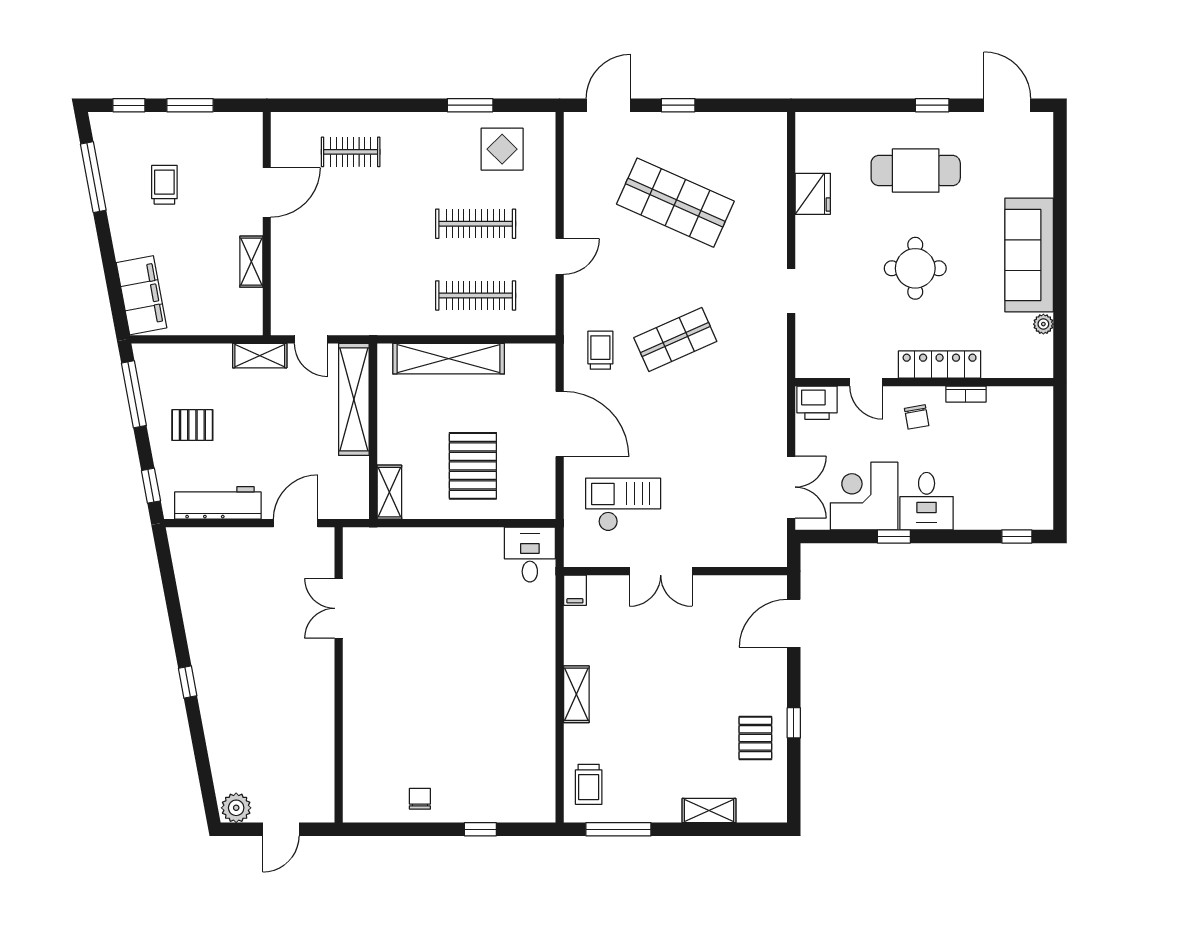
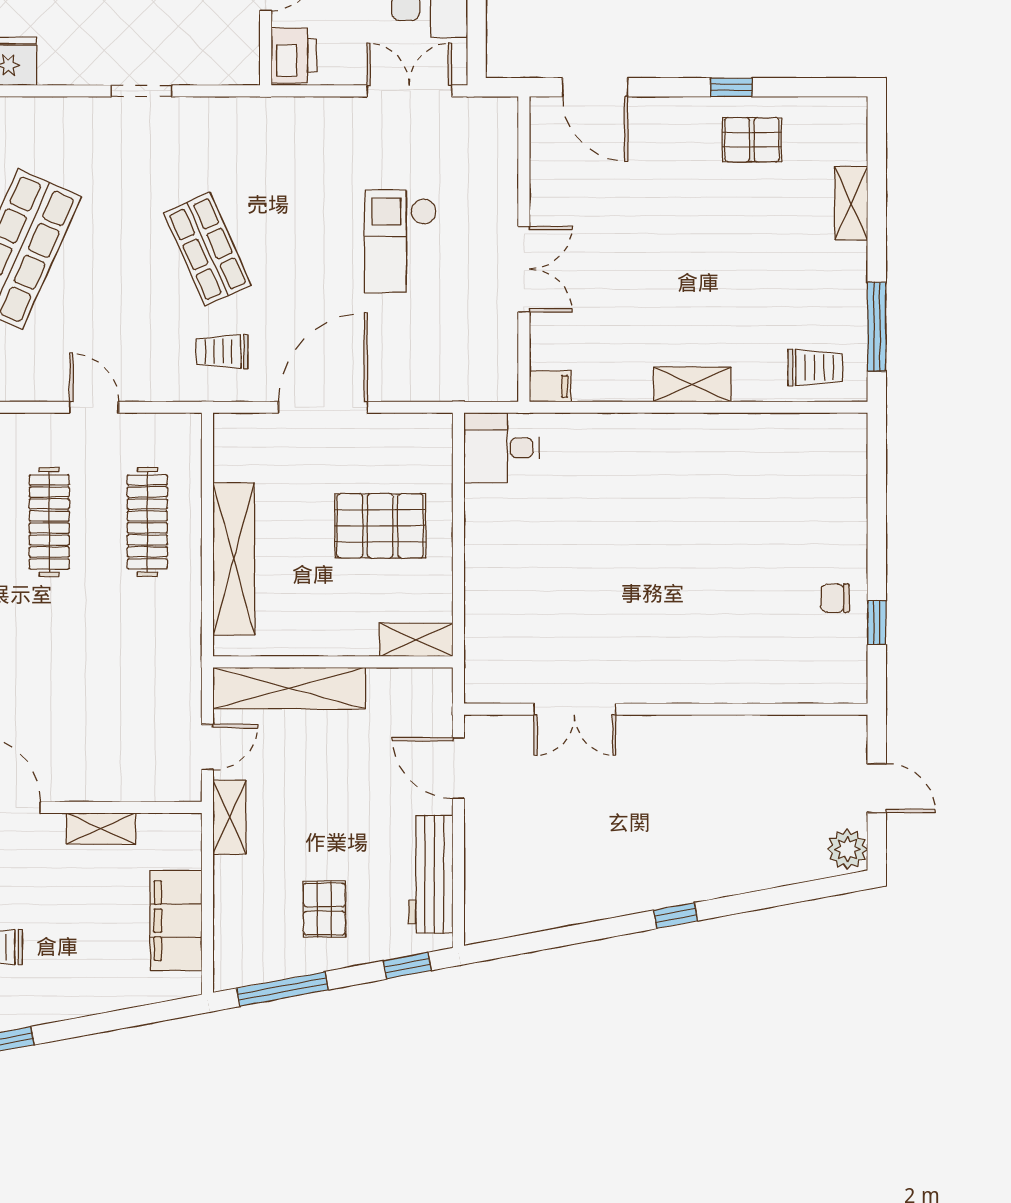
filing cabinet: (141, 295) -> (176, 921), moved, turned -79
checkout: (623, 505) -> (401, 241), moved
window: (480, 829) -> (877, 623), moved

